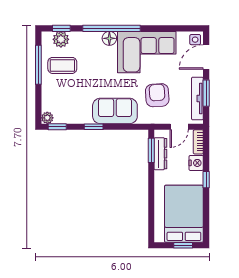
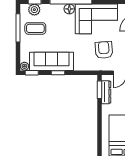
sofa: (115, 111) -> (51, 61), moved, width x1.36

